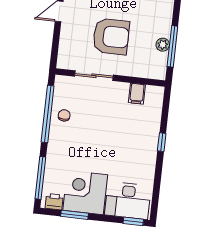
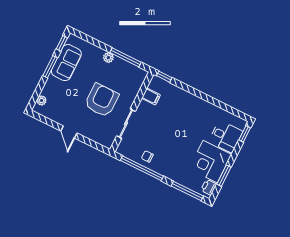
plant: (163, 45) -> (108, 58), moved
window: (162, 142) -> (164, 77), moved
desk: (128, 200) -> (226, 136), width x0.73

